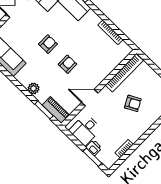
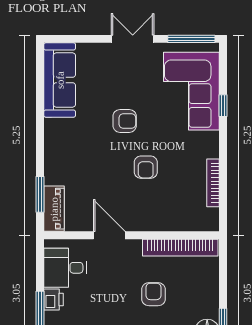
armchair: (67, 64) -> (146, 167), moved, turned 90
plant: (34, 88) -> (54, 156), removed
armchair: (133, 103) -> (153, 294), turned -152

